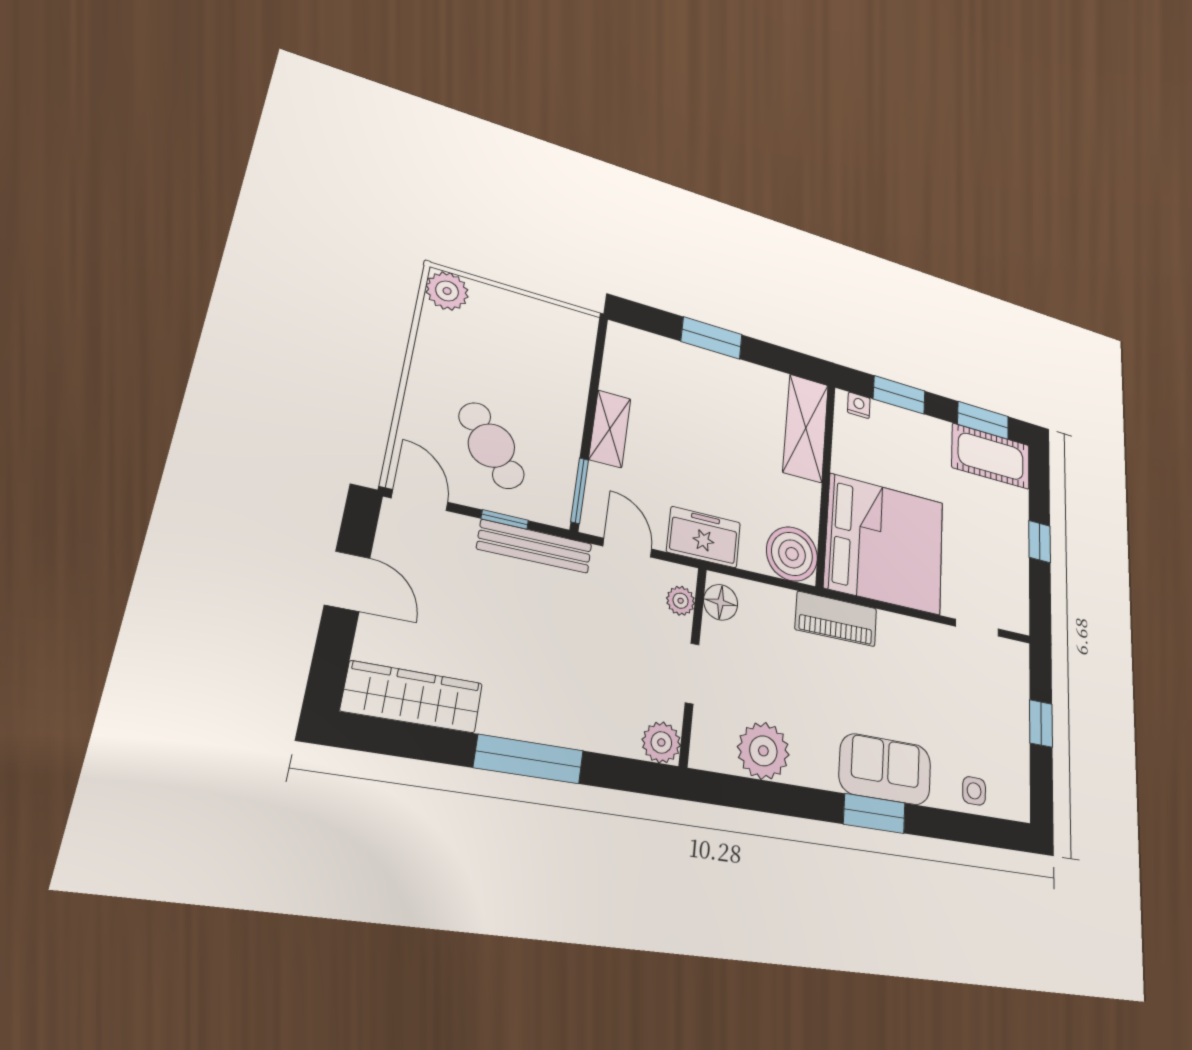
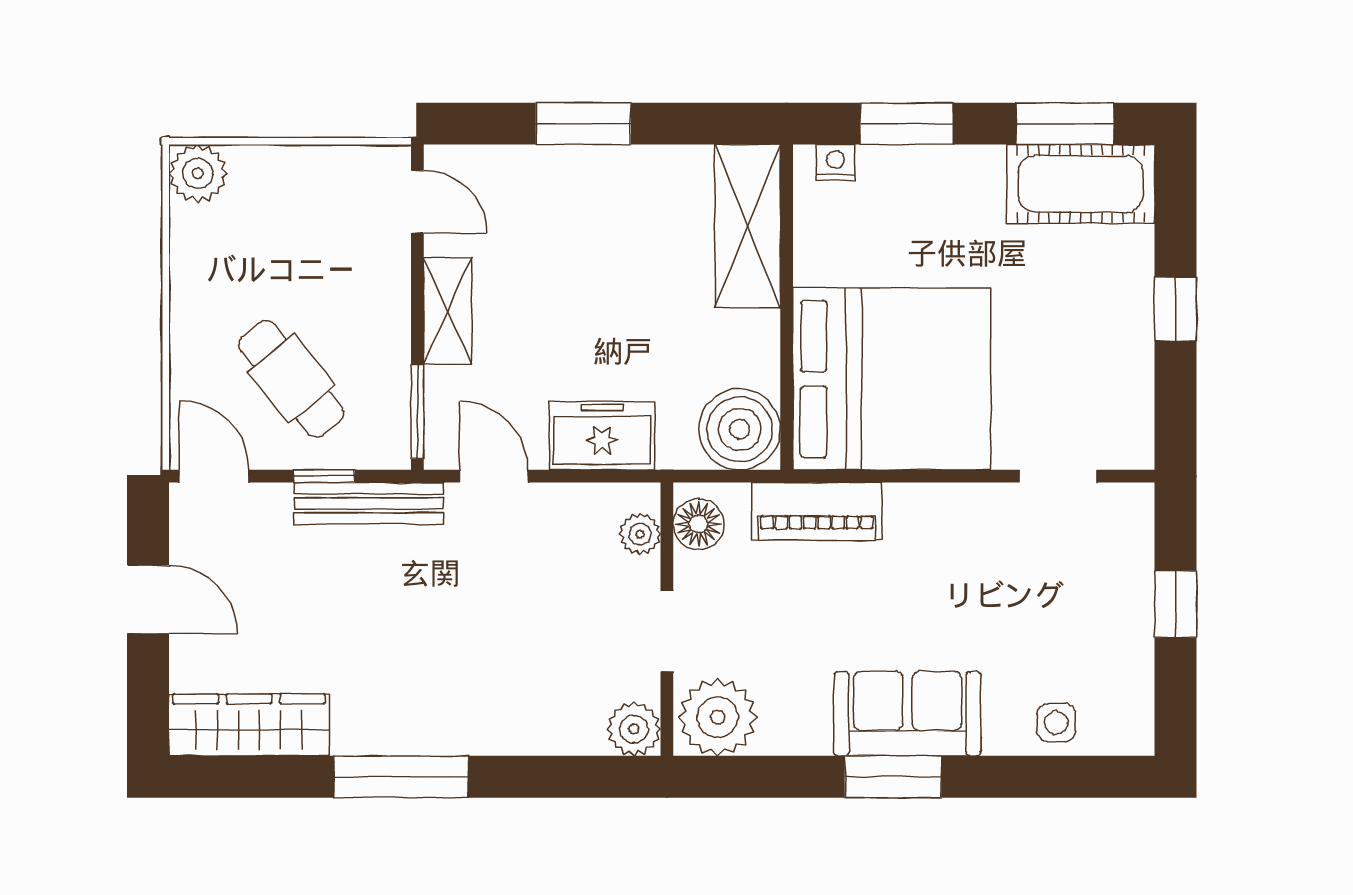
door: (599, 354) -> (417, 202), added
plant: (681, 601) -> (640, 534), moved
floor lamp: (721, 602) -> (699, 524), moved
wall: (693, 665) -> (667, 619), moved
doorway: (692, 673) -> (667, 631), moved
plant: (661, 742) -> (634, 729), moved

